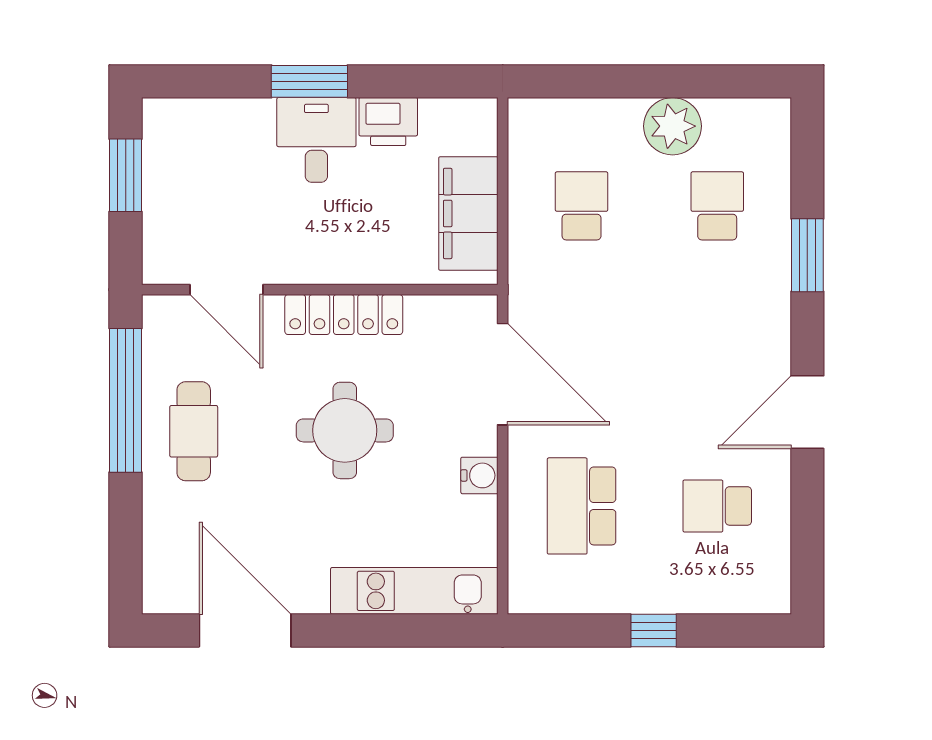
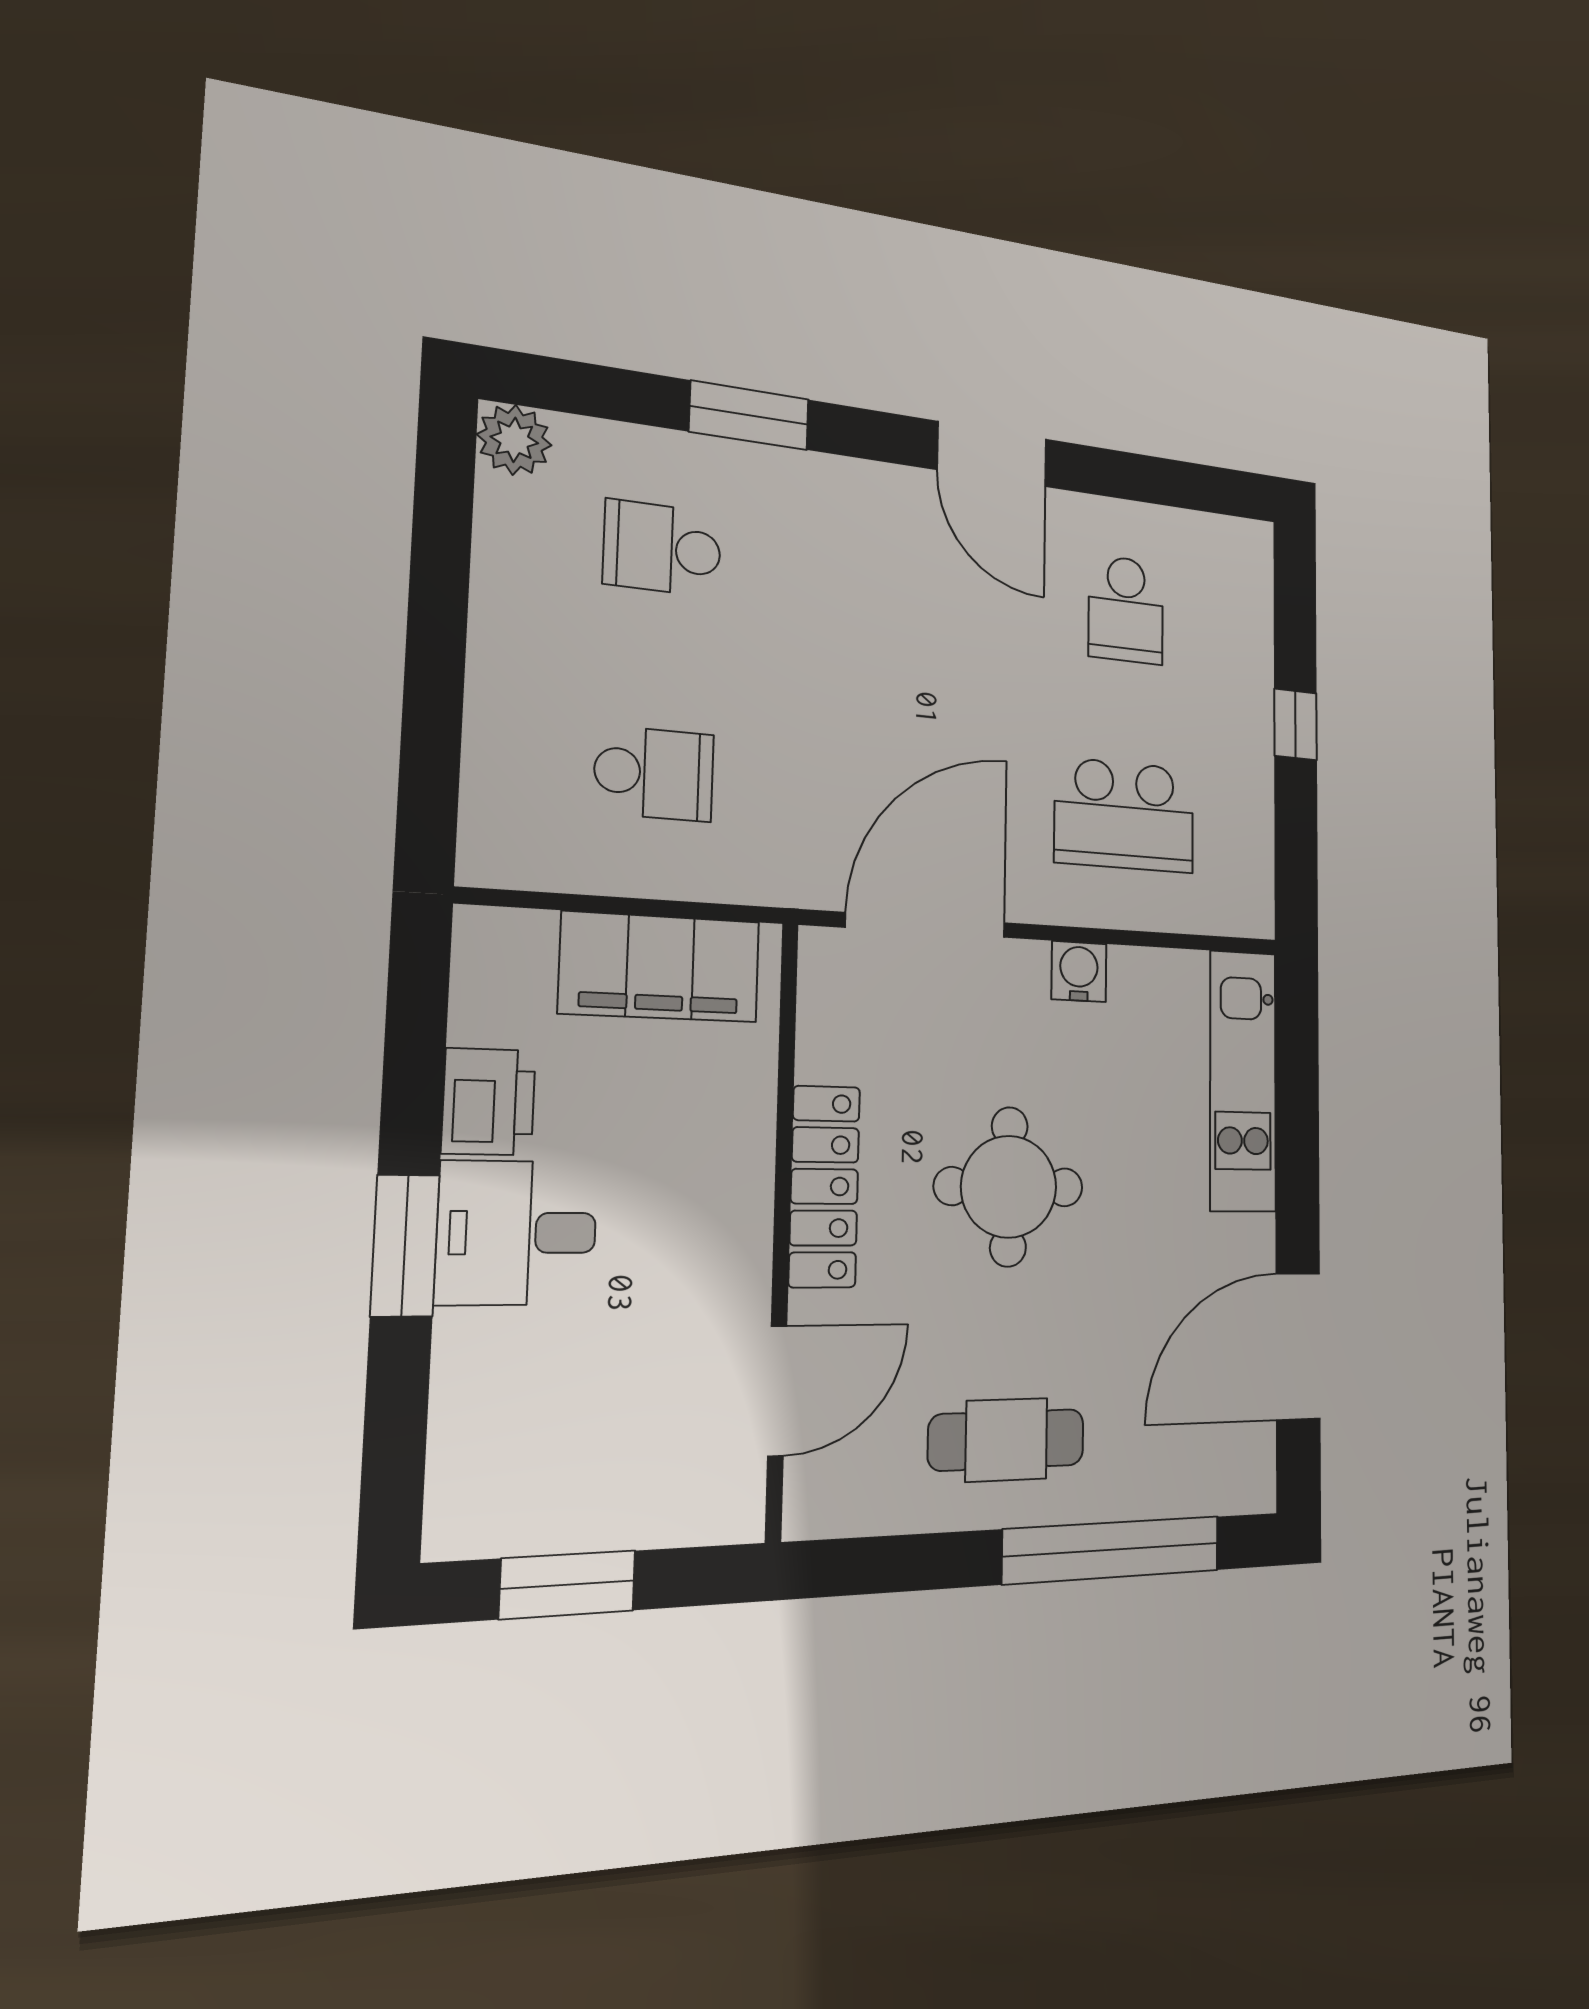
plant: (673, 126) -> (514, 440), moved, width x0.73, depth x0.73
school desk: (582, 206) -> (654, 773), turned 180
window: (126, 400) -> (1112, 1550), moved

